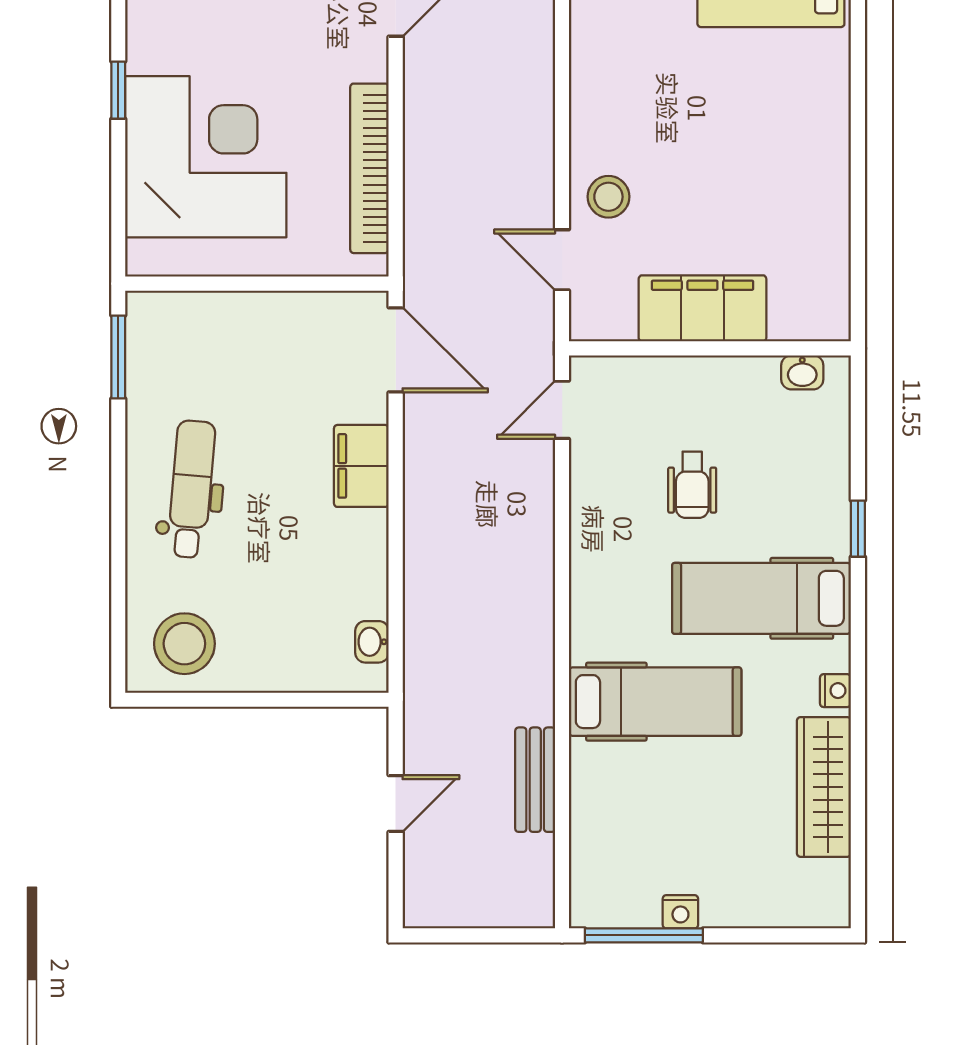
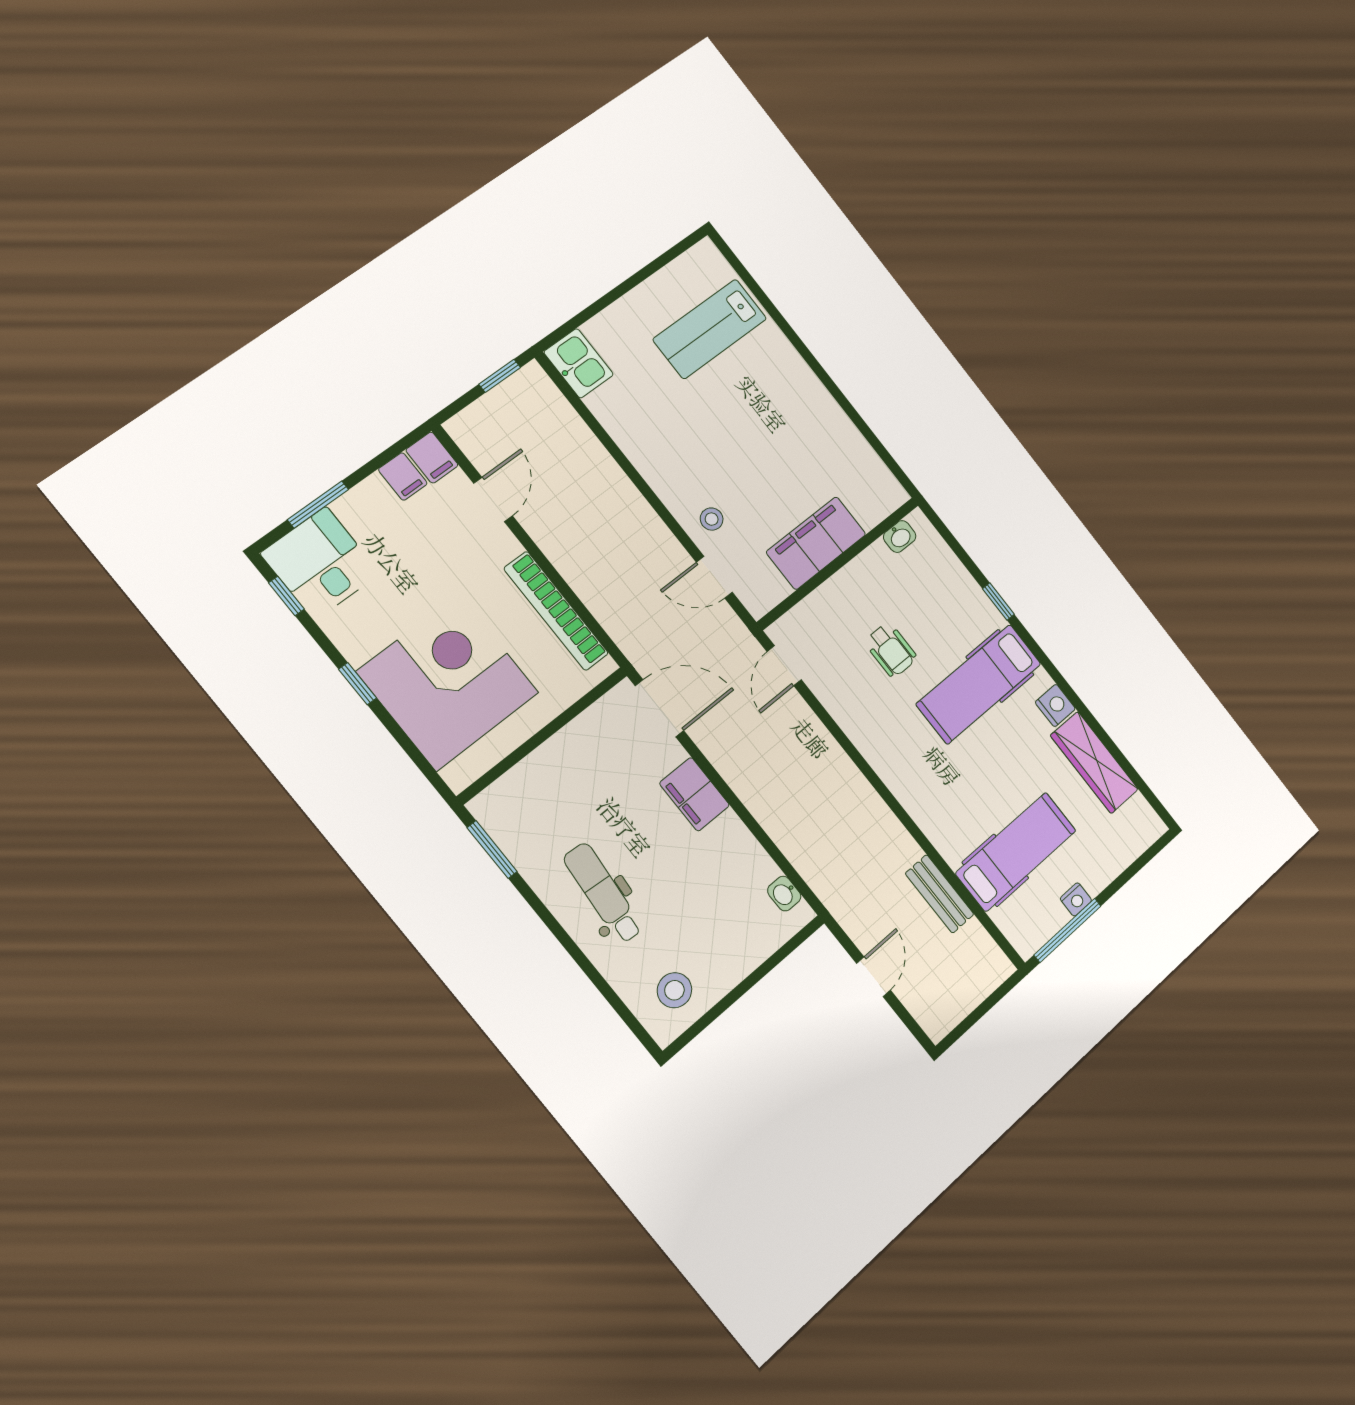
stool: (608, 197) -> (712, 519), width x0.73, depth x0.73
stool: (184, 644) -> (674, 990), width x0.73, depth x0.73
nightstand: (835, 691) -> (1055, 705), width x1.39, depth x1.35
hospital bed: (655, 702) -> (1016, 852), moved

